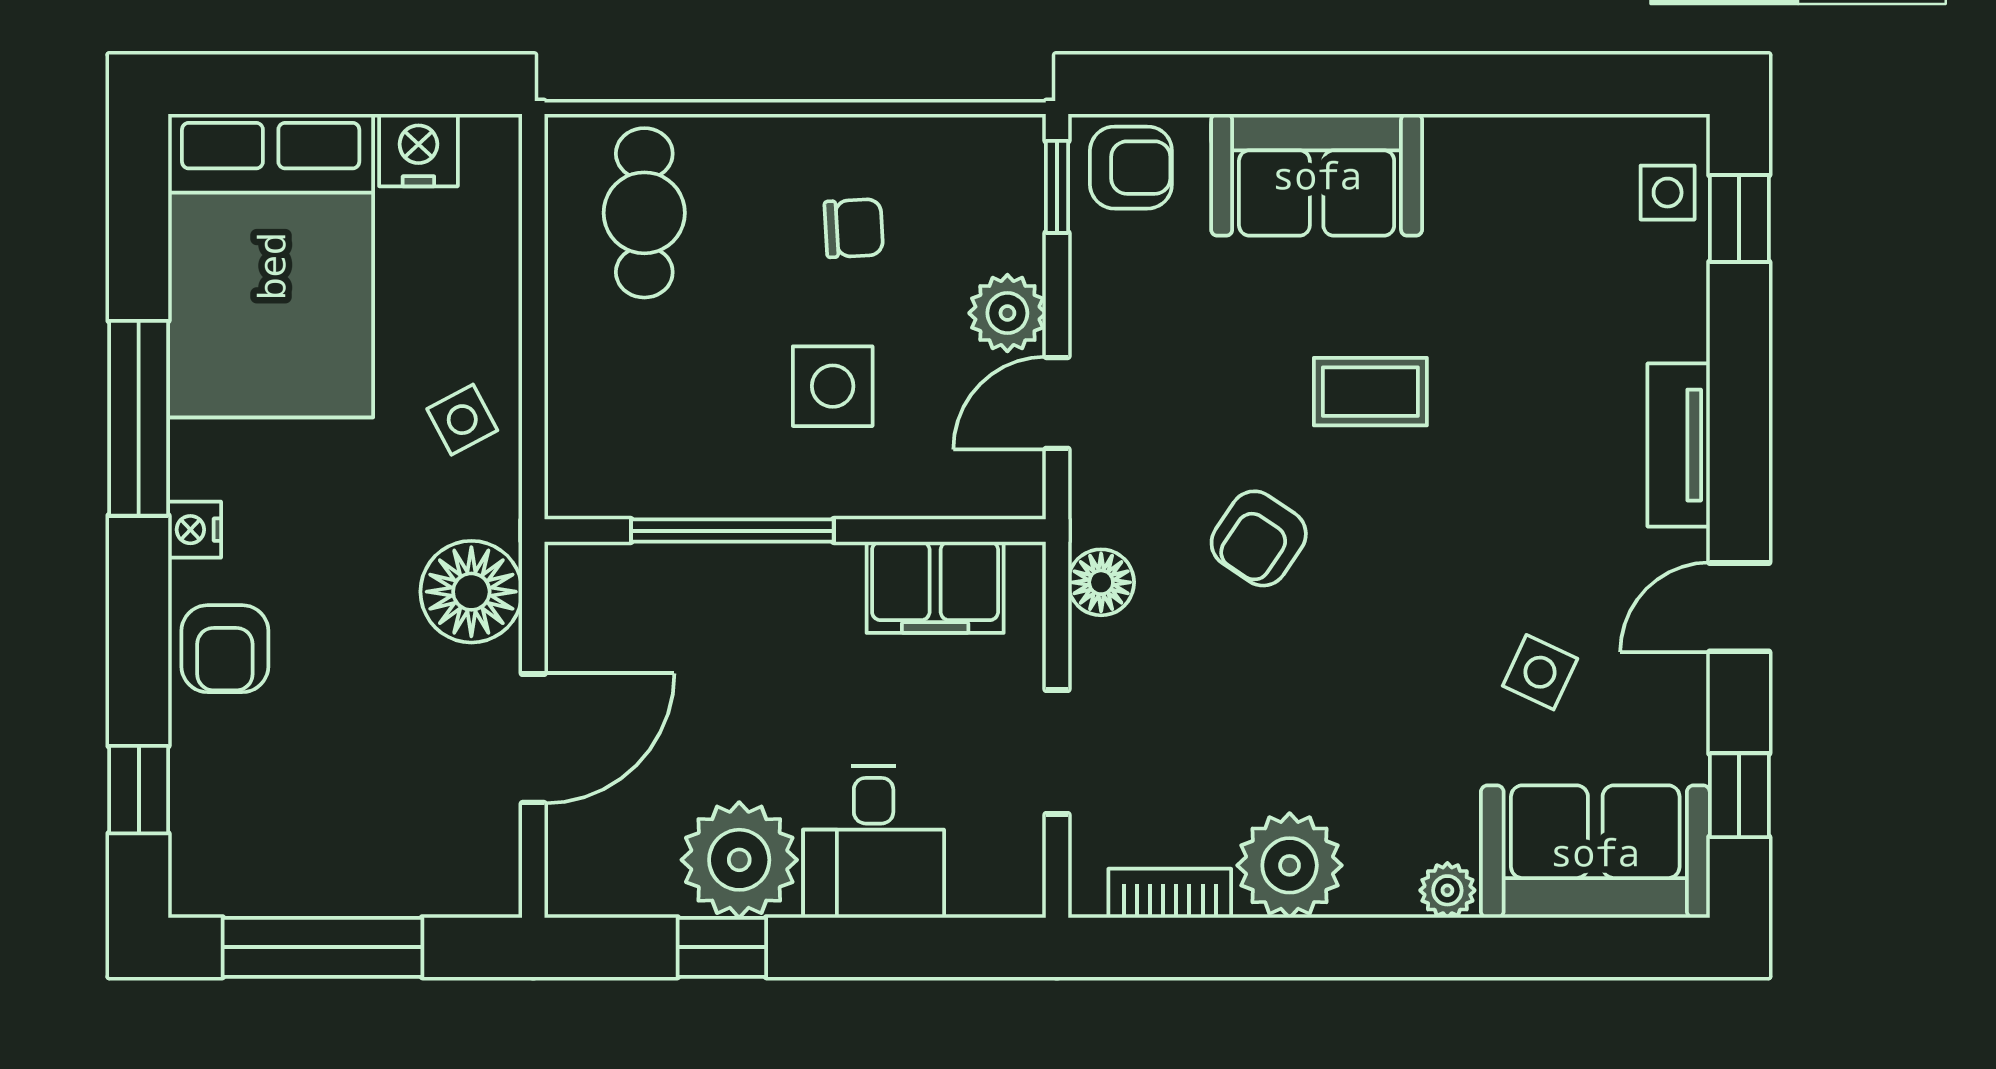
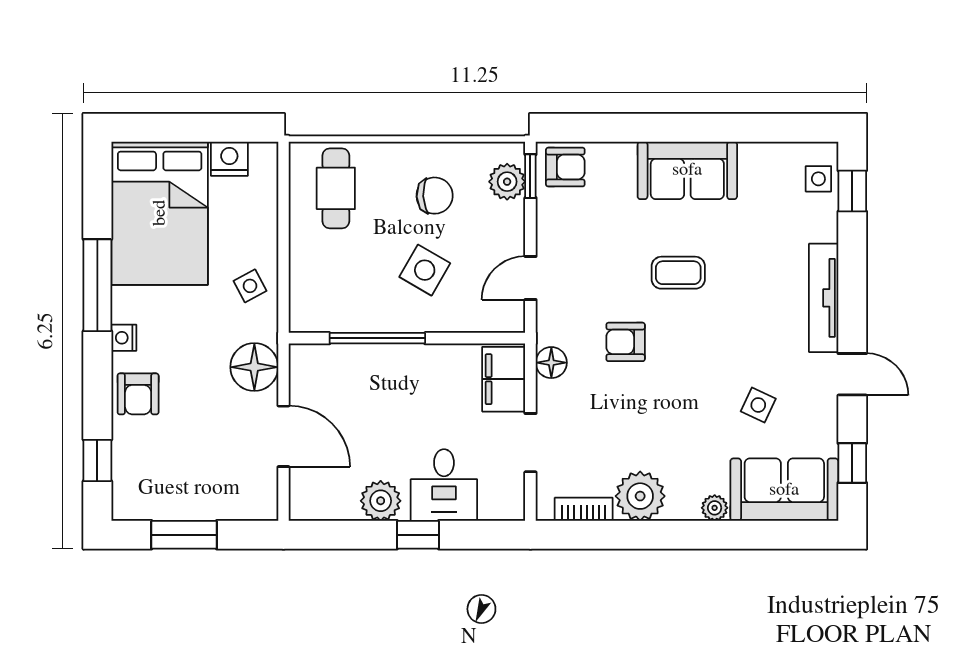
sofa: (1317, 175) -> (687, 170), moved
chair: (854, 228) -> (435, 196), width x1.37, depth x1.37
plant: (1007, 313) -> (507, 182), moved
side table: (833, 386) -> (425, 270), turned 30
tv unit: (1679, 445) -> (824, 298), width x1.41
armchair: (1259, 538) -> (626, 342), turned 56
filing cabinet: (935, 587) -> (504, 379), moved, turned 90
door: (1739, 607) -> (852, 374), swing flipped
door: (533, 738) -> (283, 436), hinge flipped
plant: (739, 860) -> (381, 501), width x0.73, depth x0.73
window: (322, 947) -> (184, 535), width x0.69
window: (722, 947) -> (418, 535), moved

